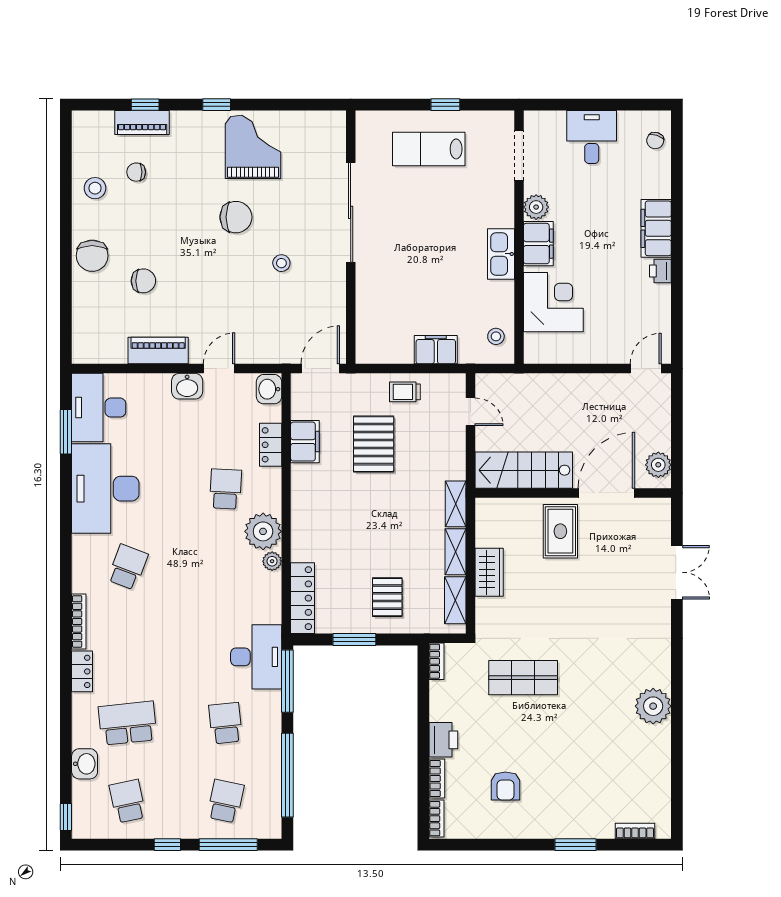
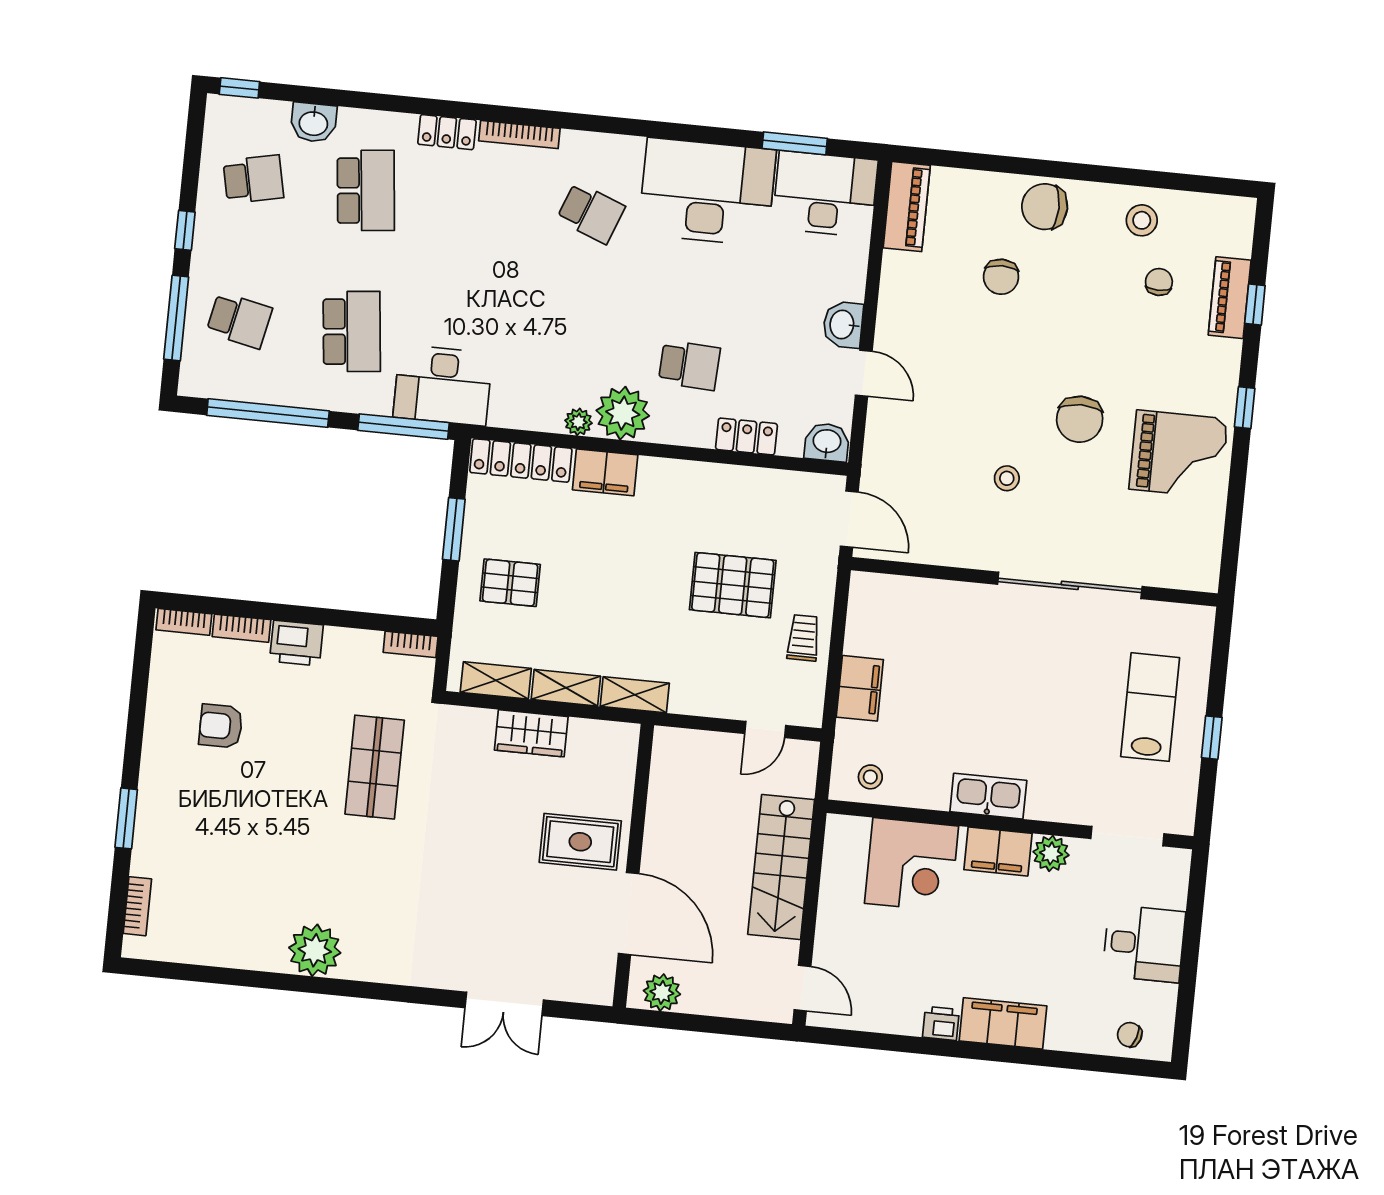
piano: (158, 351) -> (907, 207), moved
filing cabinet: (305, 442) -> (605, 472), moved
stairs: (524, 470) -> (781, 867), moved, turned 180
school desk: (226, 723) -> (352, 332), width x1.85

